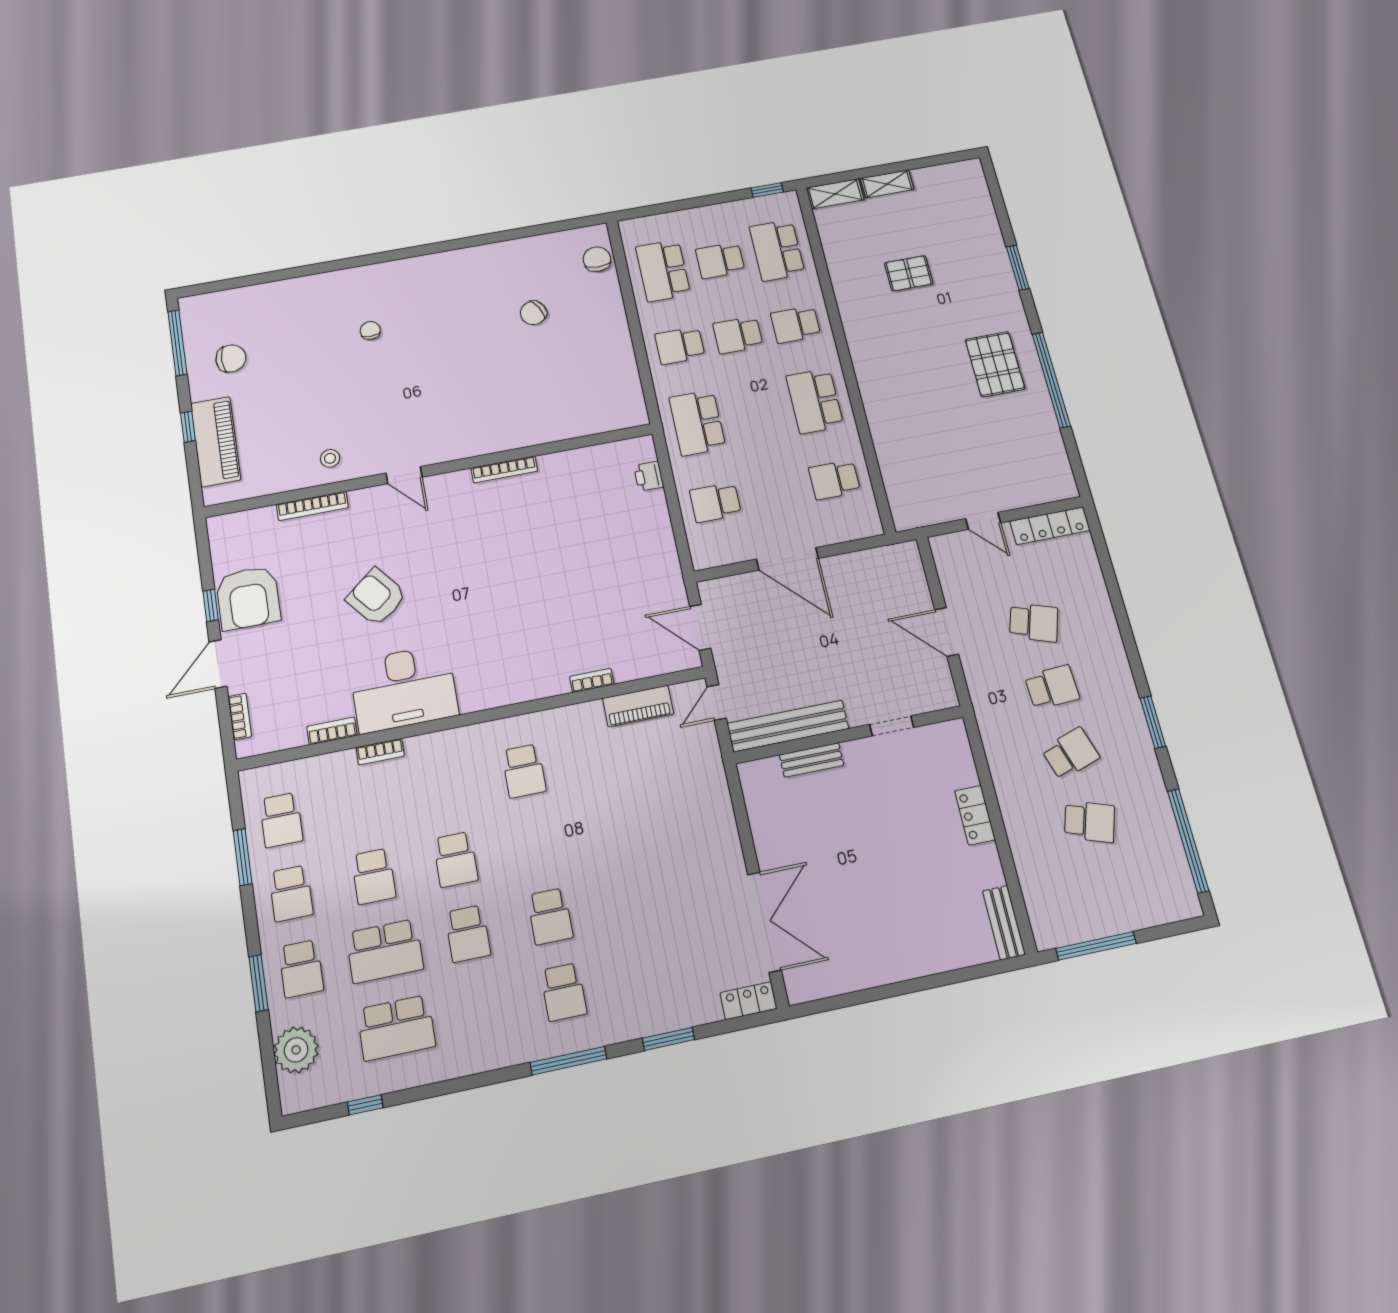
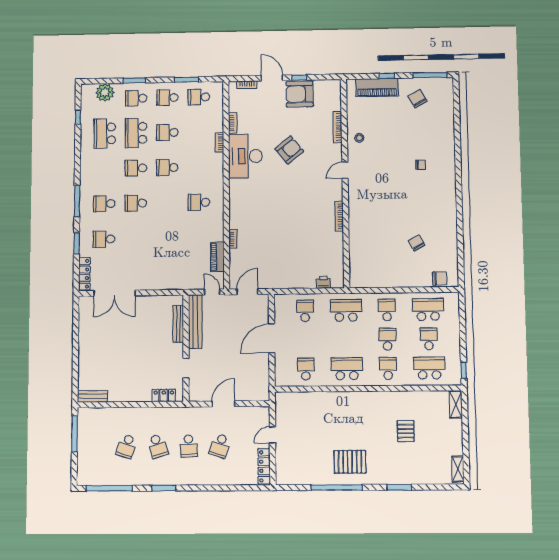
shelving: (887, 184) -> (458, 469), moved
chair: (231, 358) -> (418, 99), turned 151
bench: (812, 760) -> (178, 324), width x1.36
locker: (975, 815) -> (164, 395), moved
school desk: (646, 974) -> (104, 239), added
locker: (749, 1001) -> (84, 274), width x1.53

